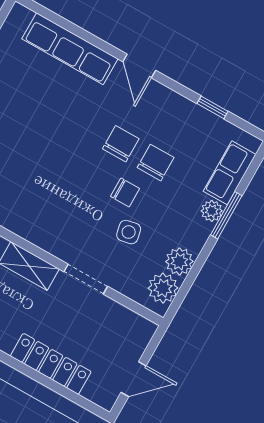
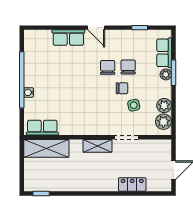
row of seats: (70, 49) -> (68, 38), width x0.68
locker: (51, 364) -> (132, 184), width x0.66

